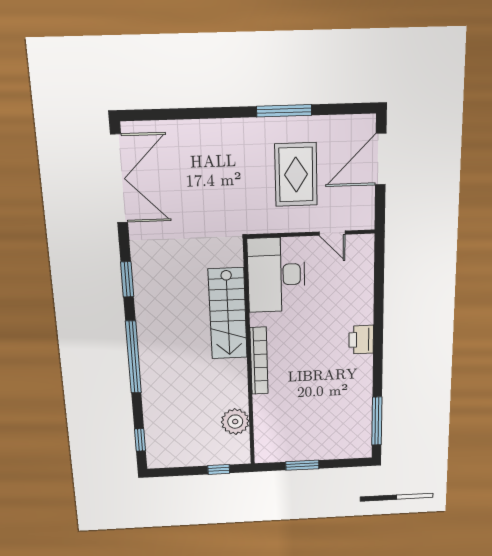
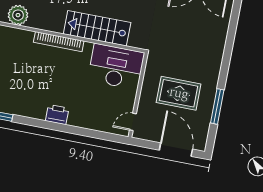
window: (284, 111) -> (217, 106), moved
door: (332, 233) -> (133, 122), moved

